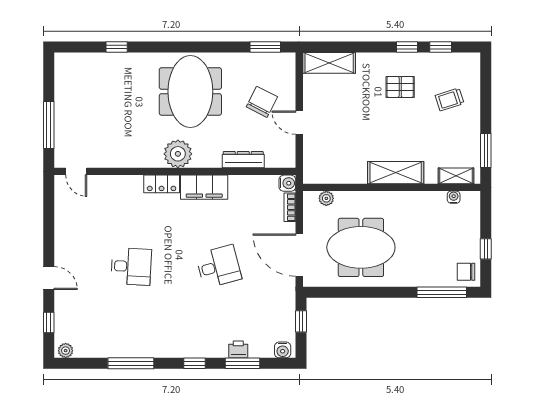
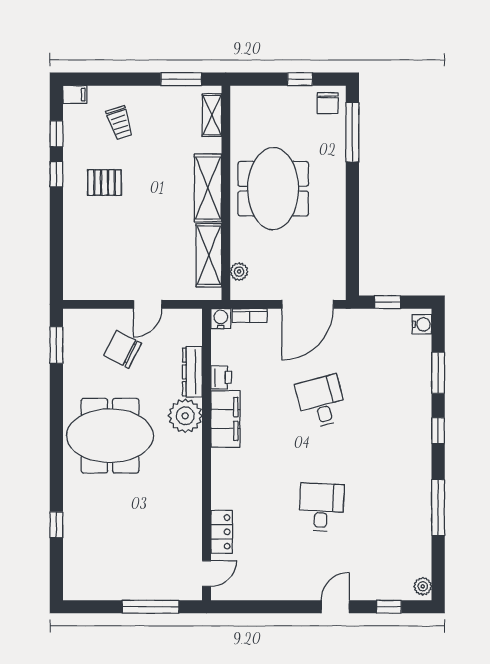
filing cabinet: (473, 62) -> (75, 95), added
shelving: (329, 63) -> (209, 255), moved
pallet: (400, 87) -> (105, 183), turned 90
plant: (178, 154) -> (185, 416), moved
locker: (162, 184) -> (222, 532), moved
water cooler: (454, 197) -> (238, 118), removed
meeting table: (361, 247) -> (273, 189), moved
printer: (238, 349) -> (221, 377), moved, turned 180

